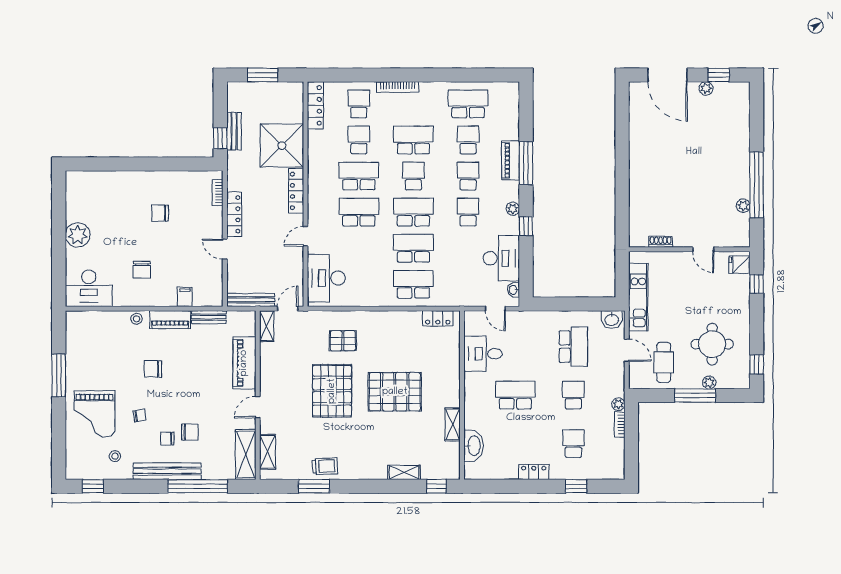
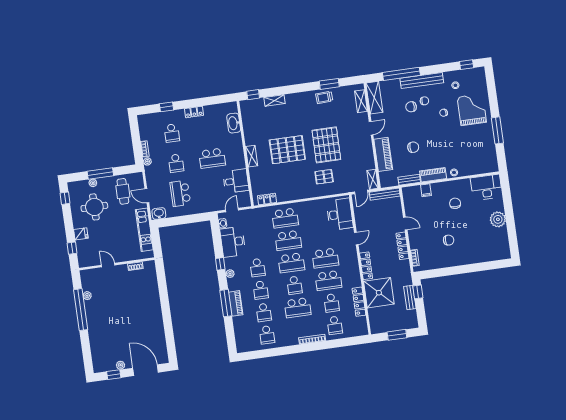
school desk: (468, 104) -> (267, 335), width x0.54
locker: (315, 105) -> (359, 302), moved
fridge: (740, 264) -> (81, 234), moved
door: (495, 309) -> (232, 210), hinge flipped
chair: (153, 369) -> (413, 147), moved
shelving: (453, 424) -> (252, 156), moved

